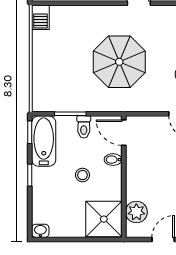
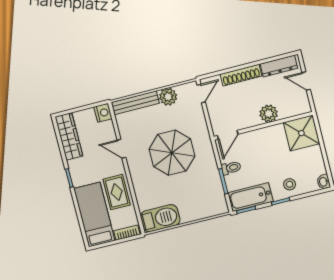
barbecue: (40, 17) -> (160, 218), width x1.88, depth x1.53
bidet: (113, 160) -> (251, 138), removed
stool: (83, 175) -> (290, 184), moved
plant: (136, 212) -> (269, 114), moved

